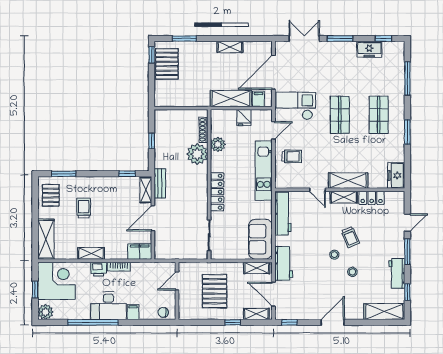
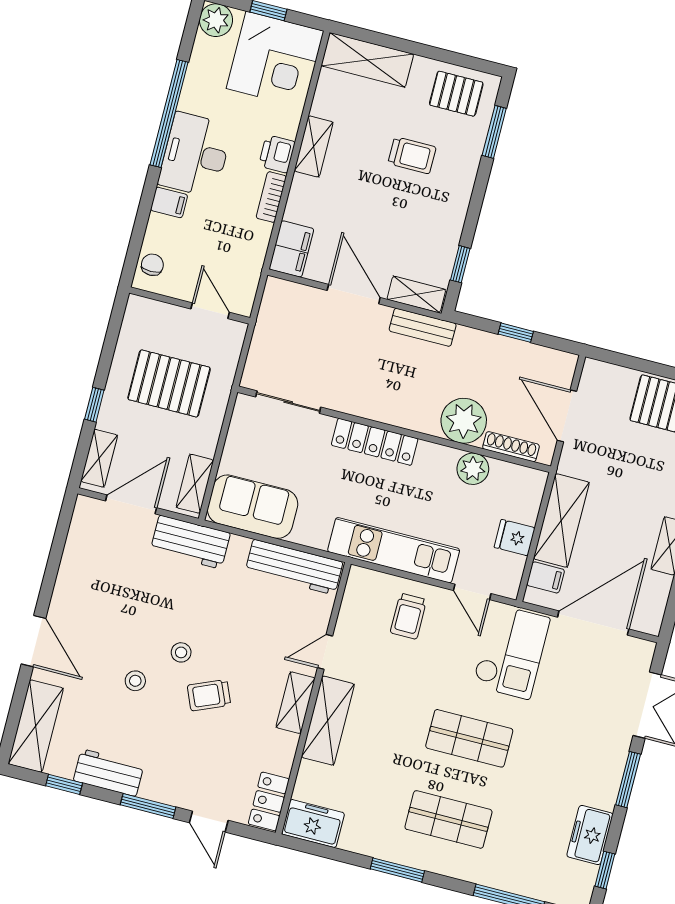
door: (273, 72) -> (593, 623), hinge flipped
door: (183, 108) -> (567, 416), added
locker: (372, 198) -> (269, 801), moved
window: (289, 322) -> (64, 523), removed
door: (333, 322) -> (34, 641), moved

